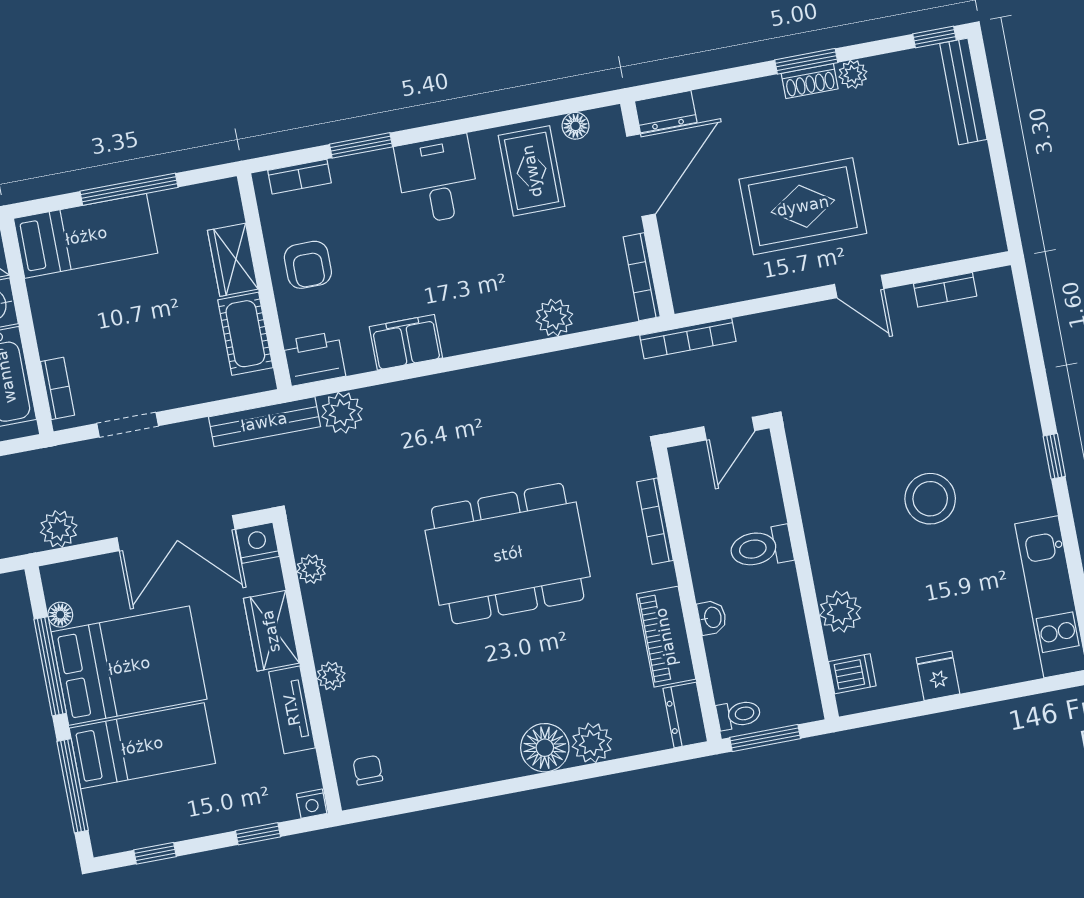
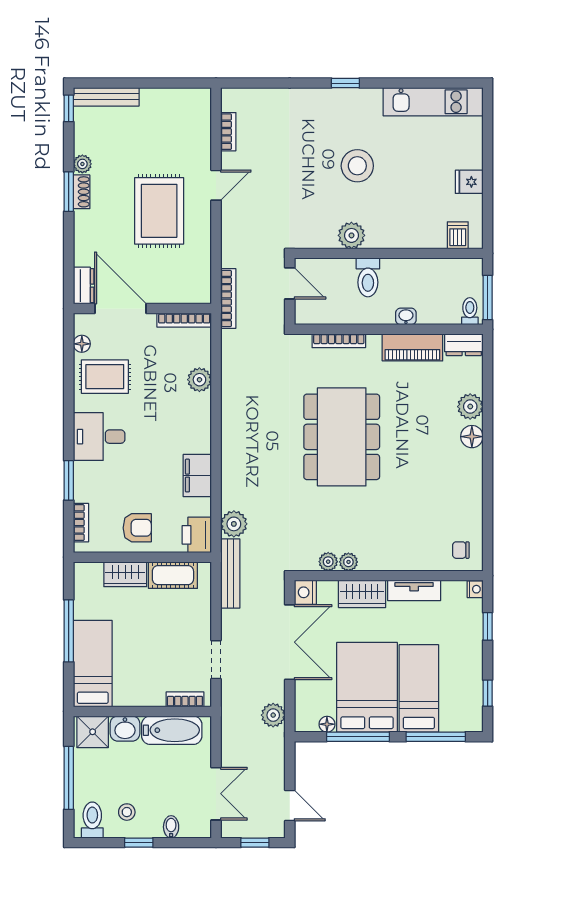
plant: (840, 612) -> (351, 235), moved
plant: (331, 676) -> (348, 562), moved
floor lamp: (545, 748) -> (472, 437), width x0.73, depth x0.73

